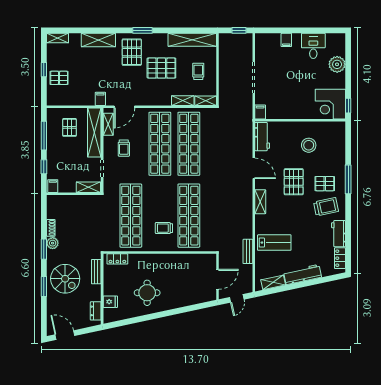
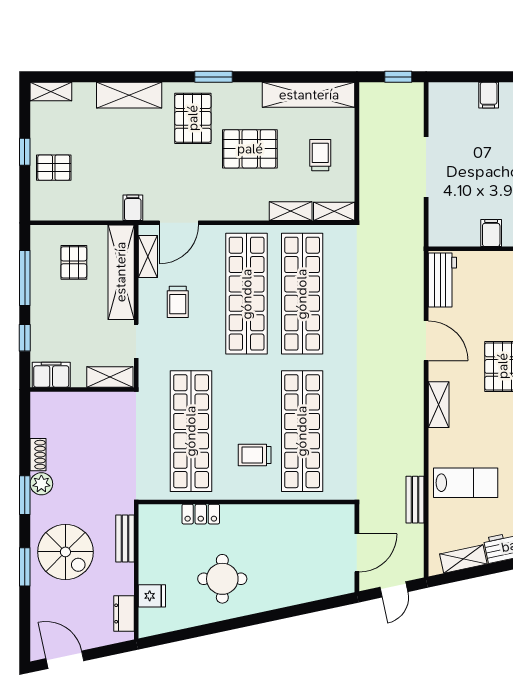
filing cabinet: (260, 112) -> (491, 233), moved
filing cabinet: (53, 186) -> (51, 375), width x2.00
locker: (117, 259) -> (201, 514), moved

